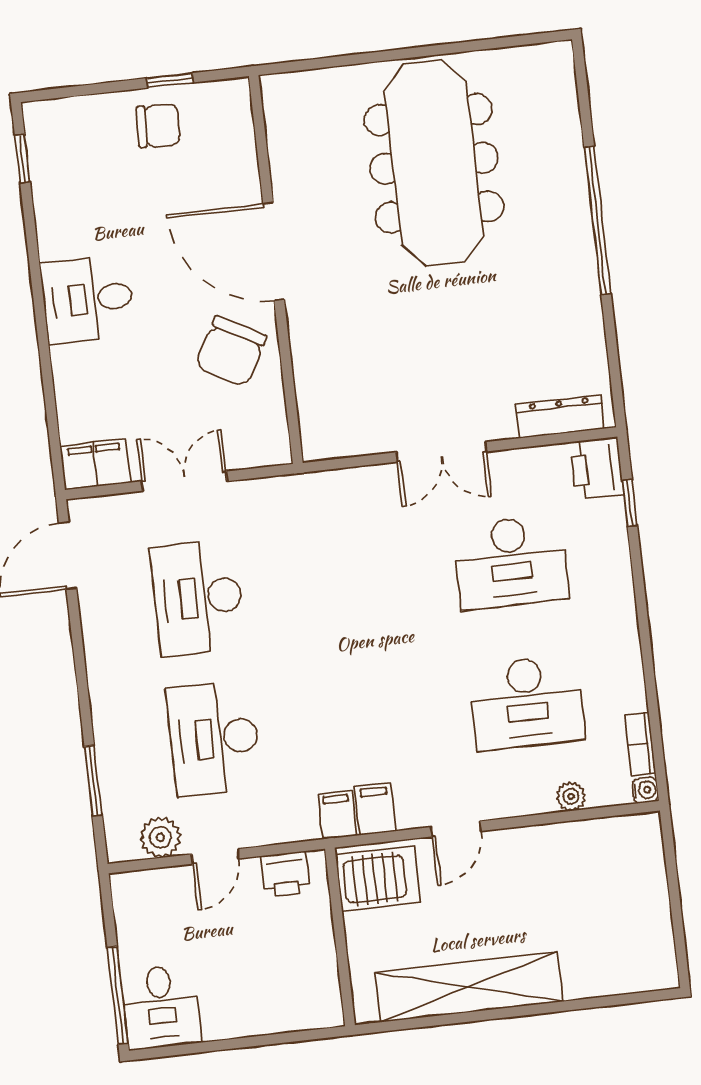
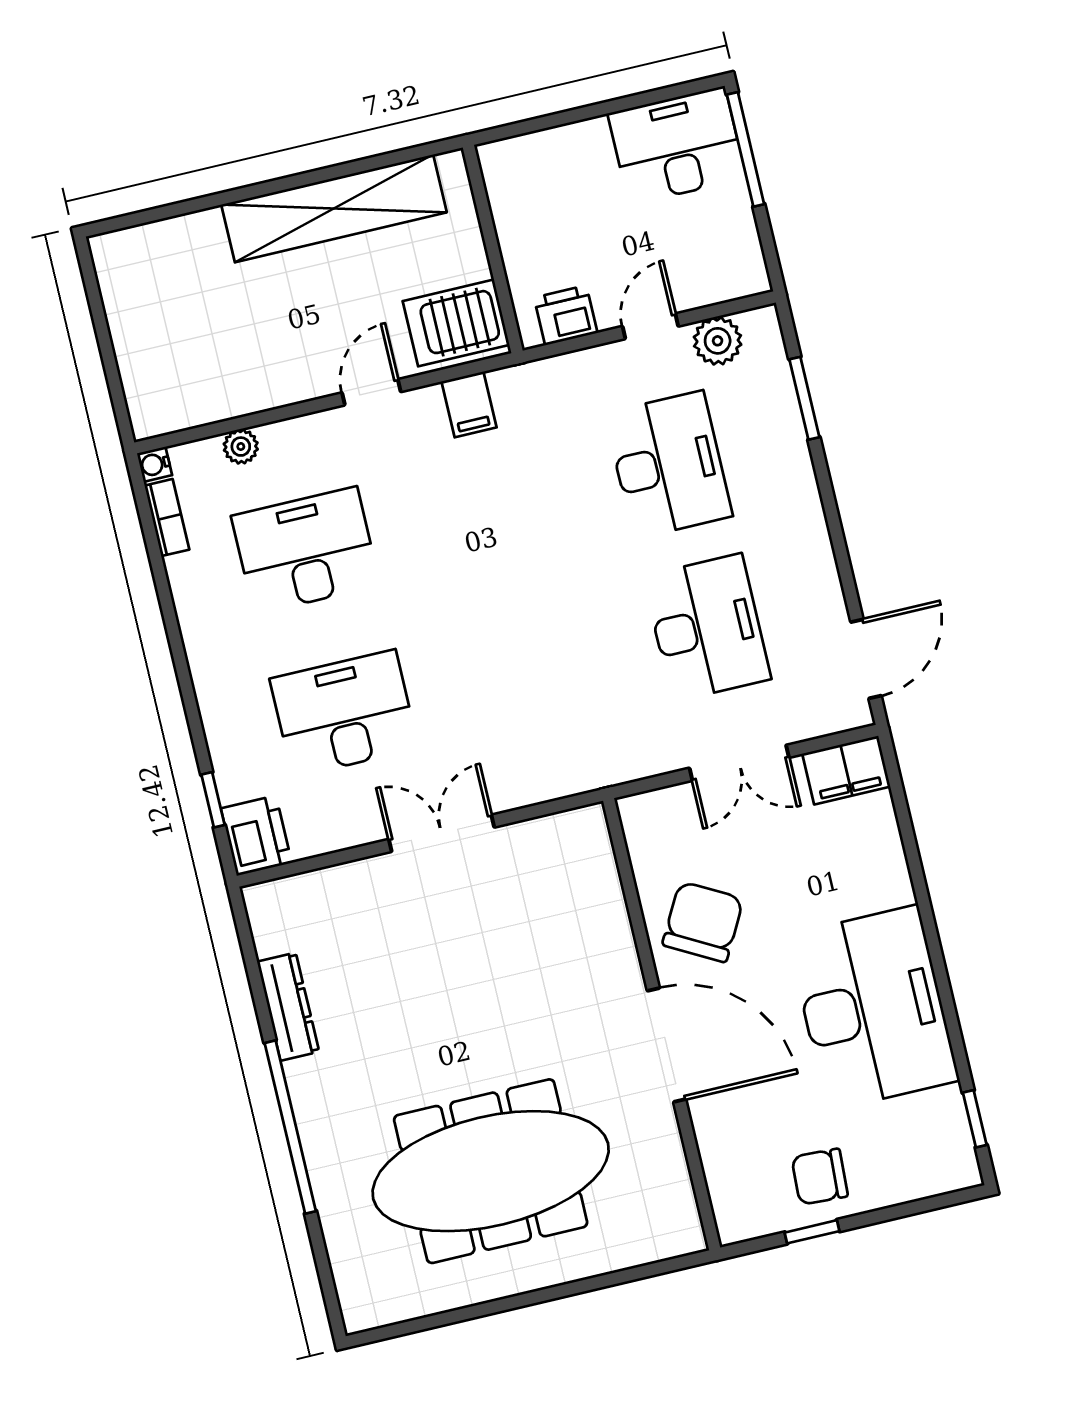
meeting table: (434, 163) -> (491, 1171), turned 90
desk: (88, 299) -> (873, 1008), width x1.87, depth x1.30
dresser: (560, 417) -> (288, 1007), moved, turned -90
filing cabinet: (337, 815) -> (513, 392), removed
desk: (161, 1007) -> (677, 146), width x1.37

